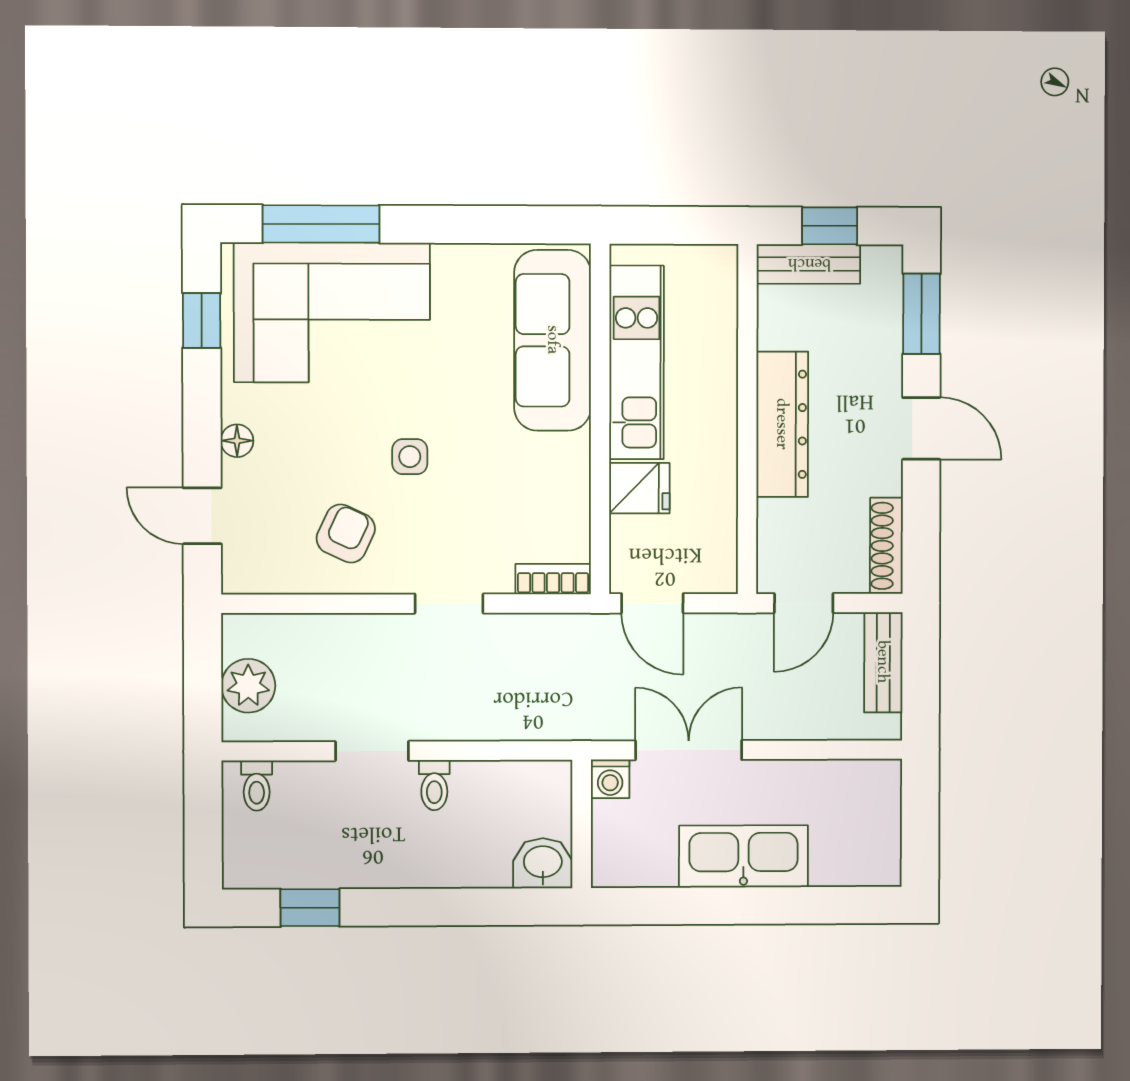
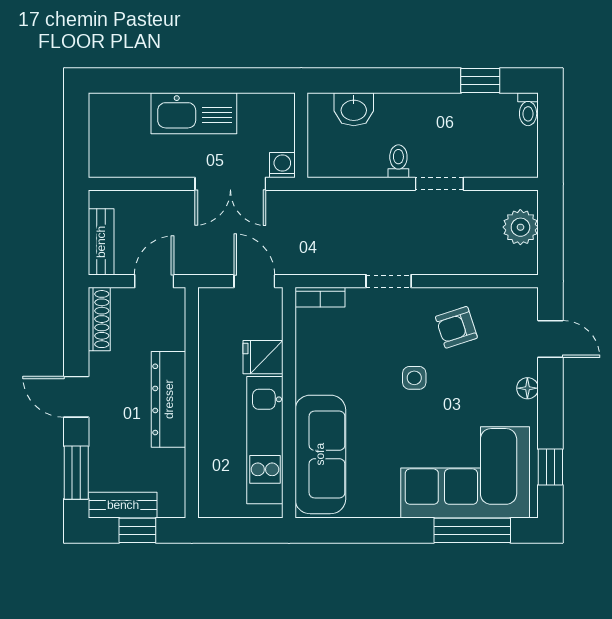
bench: (809, 264) -> (123, 505), moved
armchair: (346, 534) -> (456, 327), turned 47
toilet: (257, 786) -> (528, 109), moved, turned 180
washbasin: (543, 863) -> (354, 109), moved

